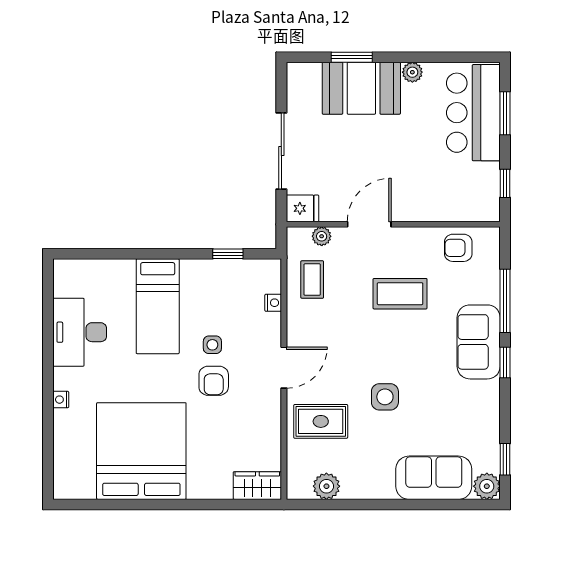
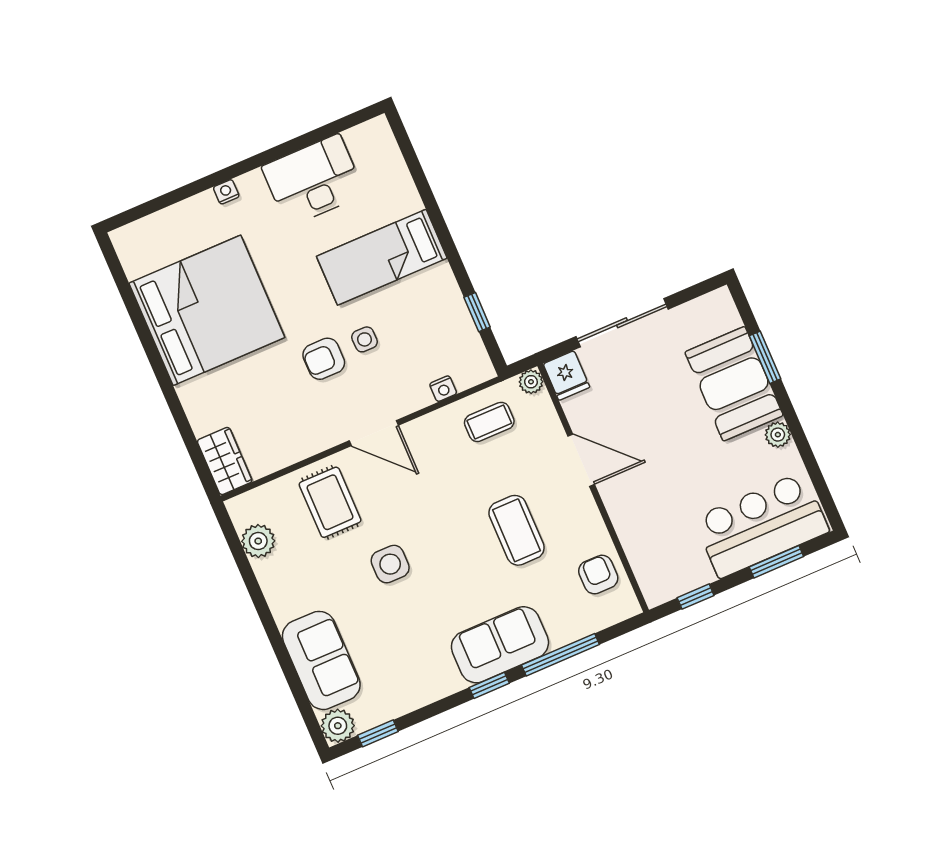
plant: (322, 236) -> (531, 382), moved

